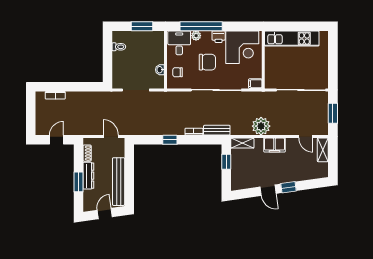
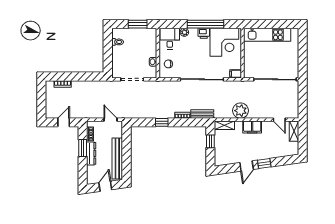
window: (201, 26) -> (205, 24), moved
chair: (207, 62) -> (194, 55), removed
window: (333, 113) -> (303, 99), removed
window: (78, 182) -> (83, 148), moved
door: (268, 190) -> (247, 166), hinge flipped

